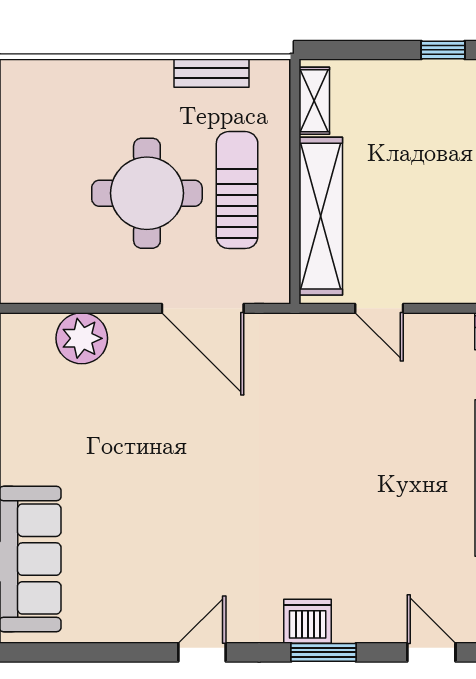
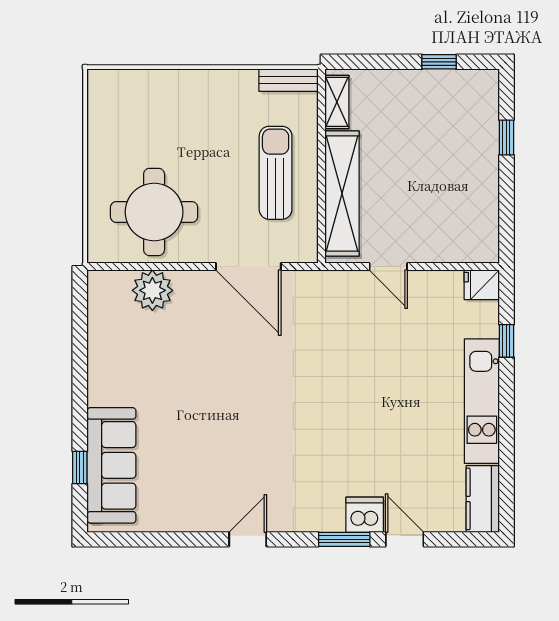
bench: (211, 73) -> (288, 80), moved
round table: (147, 193) -> (154, 212), moved
dishwasher: (308, 621) -> (365, 515), moved
door: (431, 652) -> (405, 539), moved

